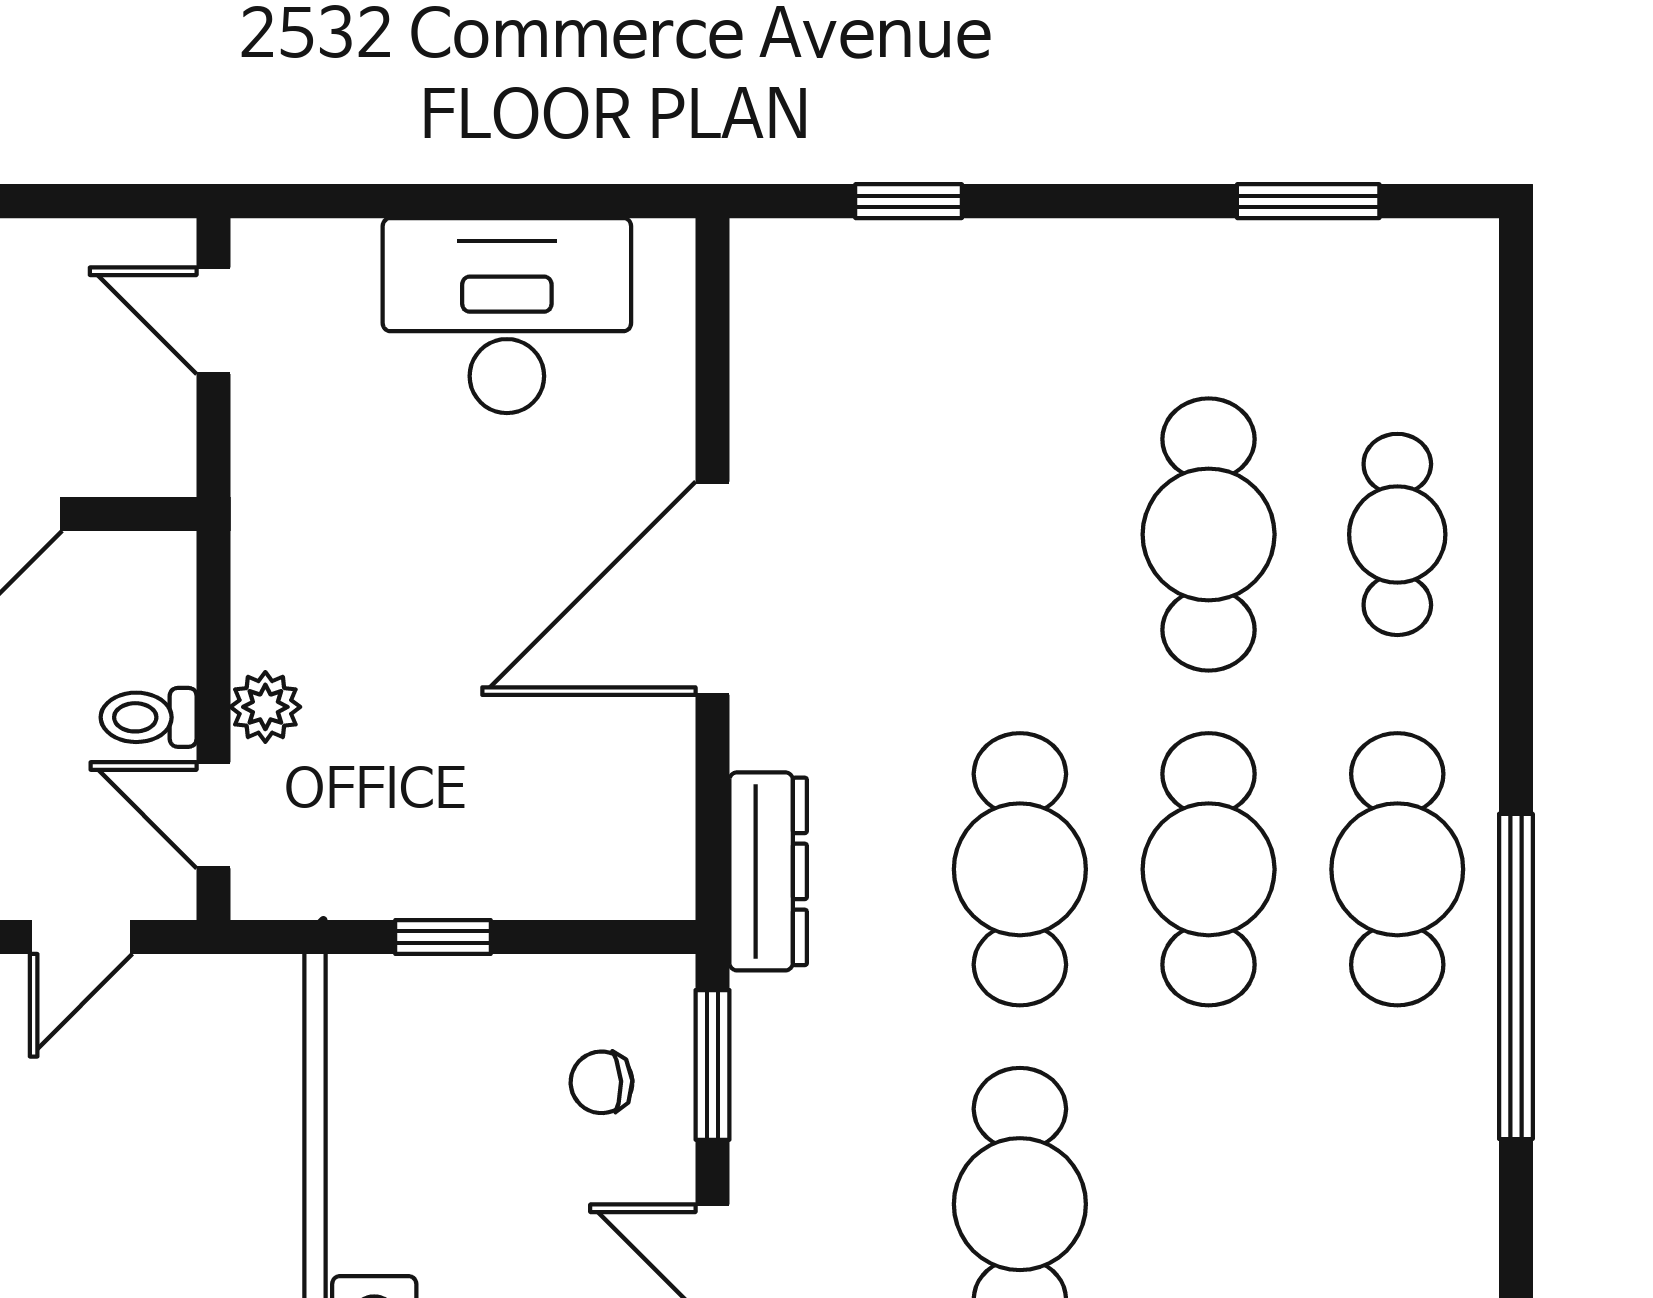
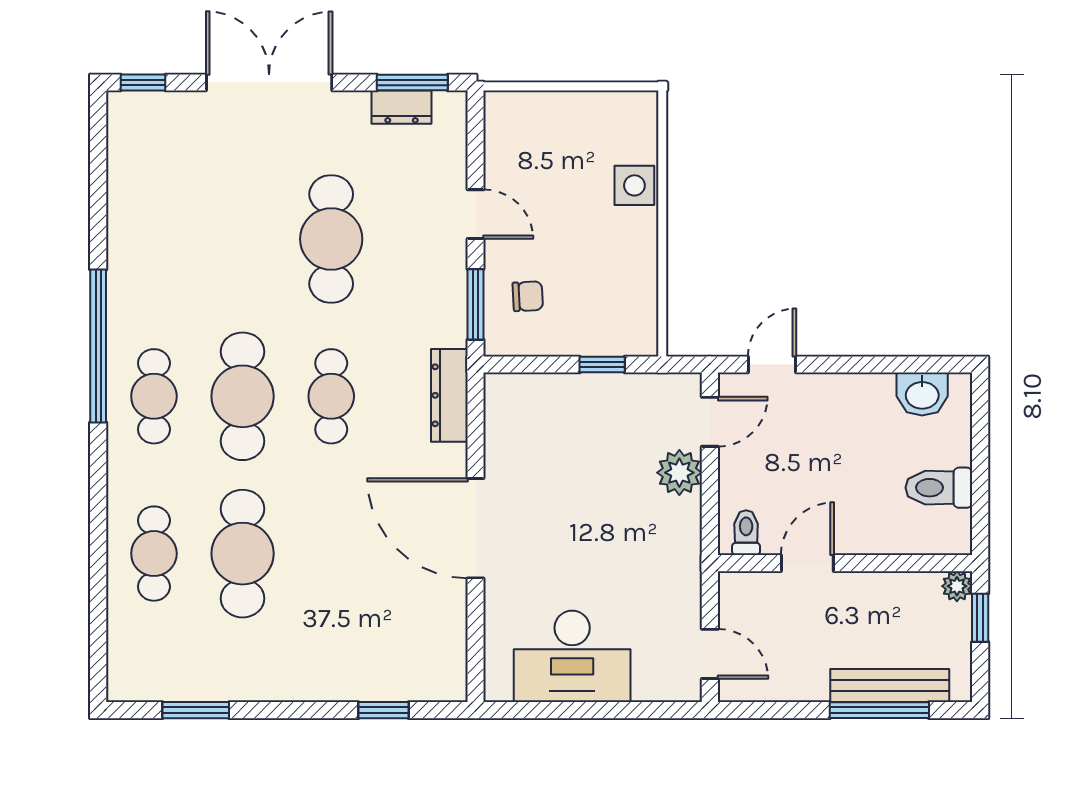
door: (712, 588) -> (476, 528), swing flipped
plant: (265, 707) -> (679, 473), width x1.38, depth x1.38
toilet: (149, 717) -> (746, 533), moved, turned -90
door: (213, 815) -> (710, 422), hinge flipped
cafe table: (1020, 869) -> (331, 396), width x0.73, depth x0.74
cafe table: (1397, 869) -> (154, 396), width x0.73, depth x0.74

